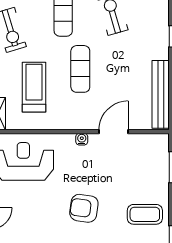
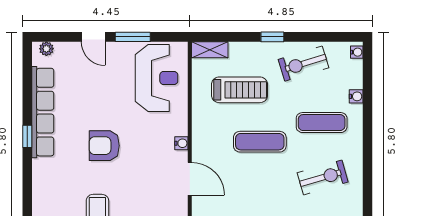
armchair: (84, 208) -> (104, 146), turned -98

